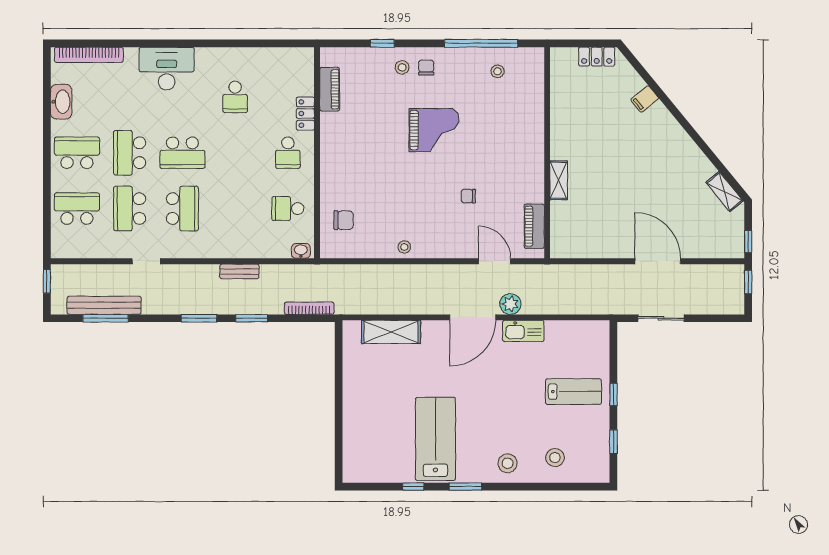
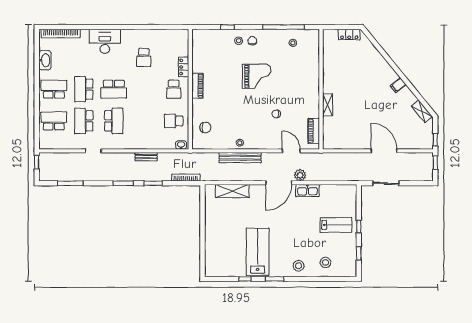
piano: (330, 89) -> (197, 86), moved
filing cabinet: (645, 99) -> (398, 85), moved
bench: (104, 305) -> (240, 158), moved

